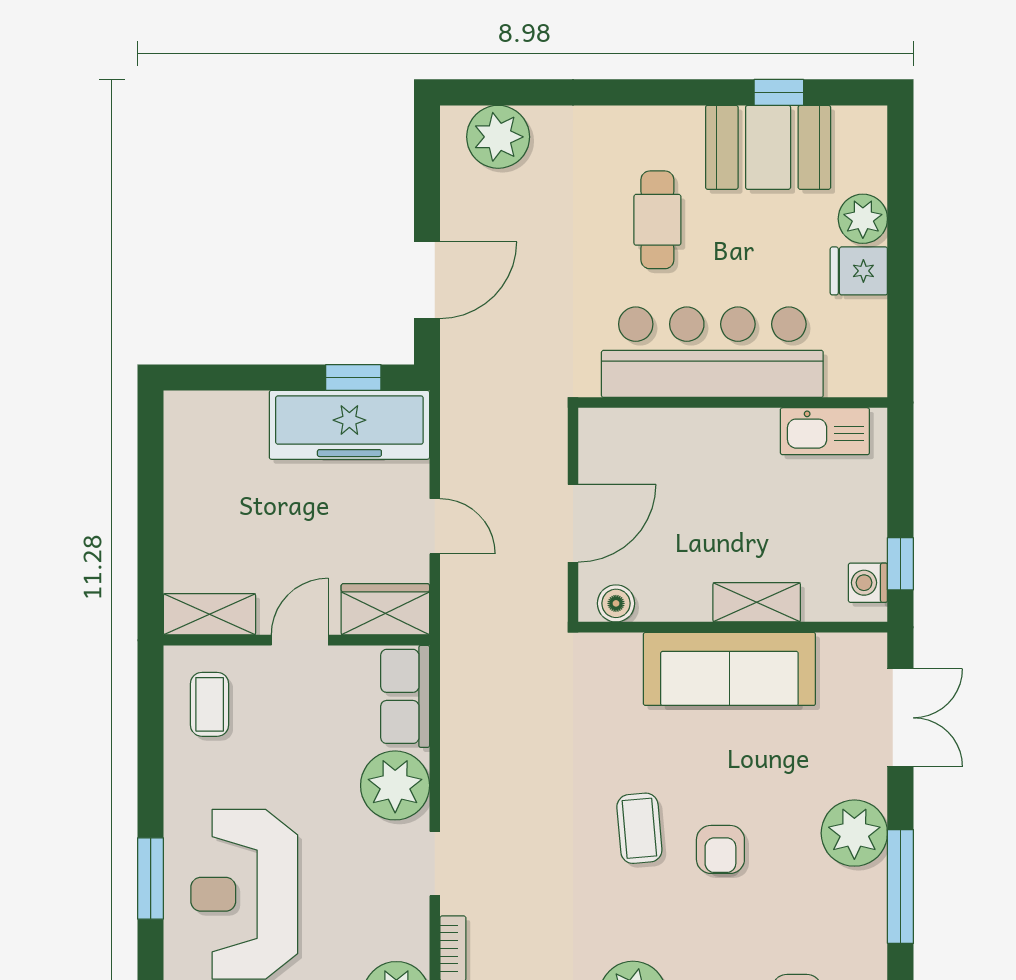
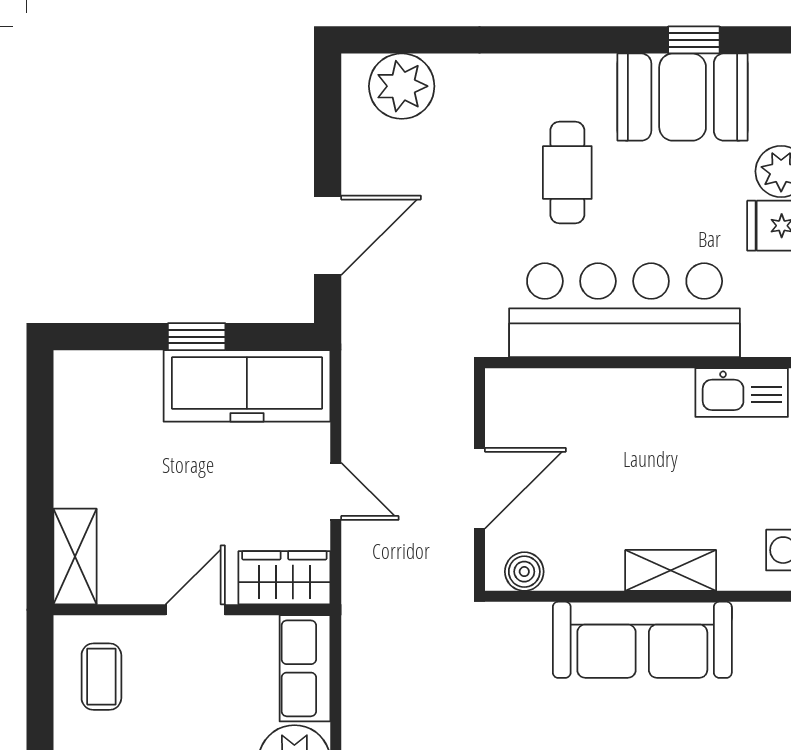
window: (353, 377) -> (197, 337), moved
shelving: (210, 614) -> (75, 557), moved, turned 90

